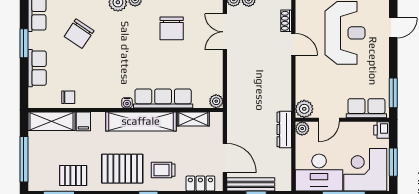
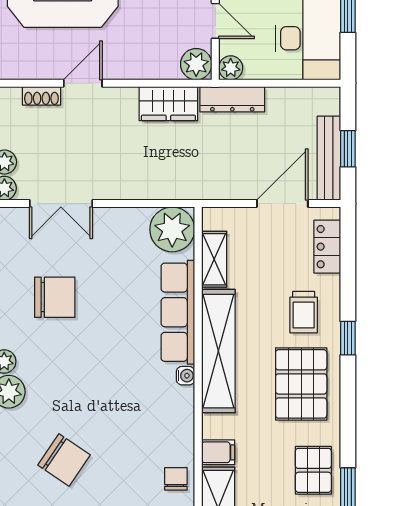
wardrobe: (282, 93) -> (168, 104), added
plant: (216, 101) -> (172, 229), width x1.87, depth x1.87

